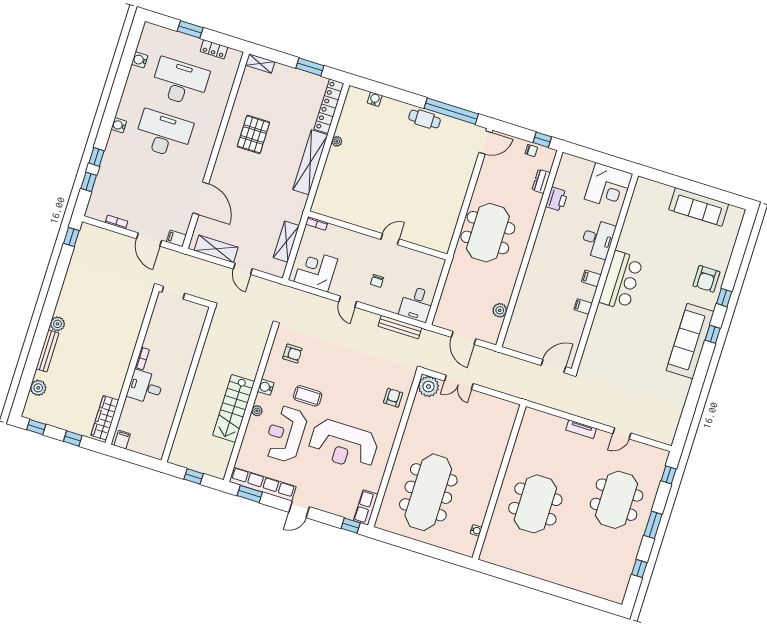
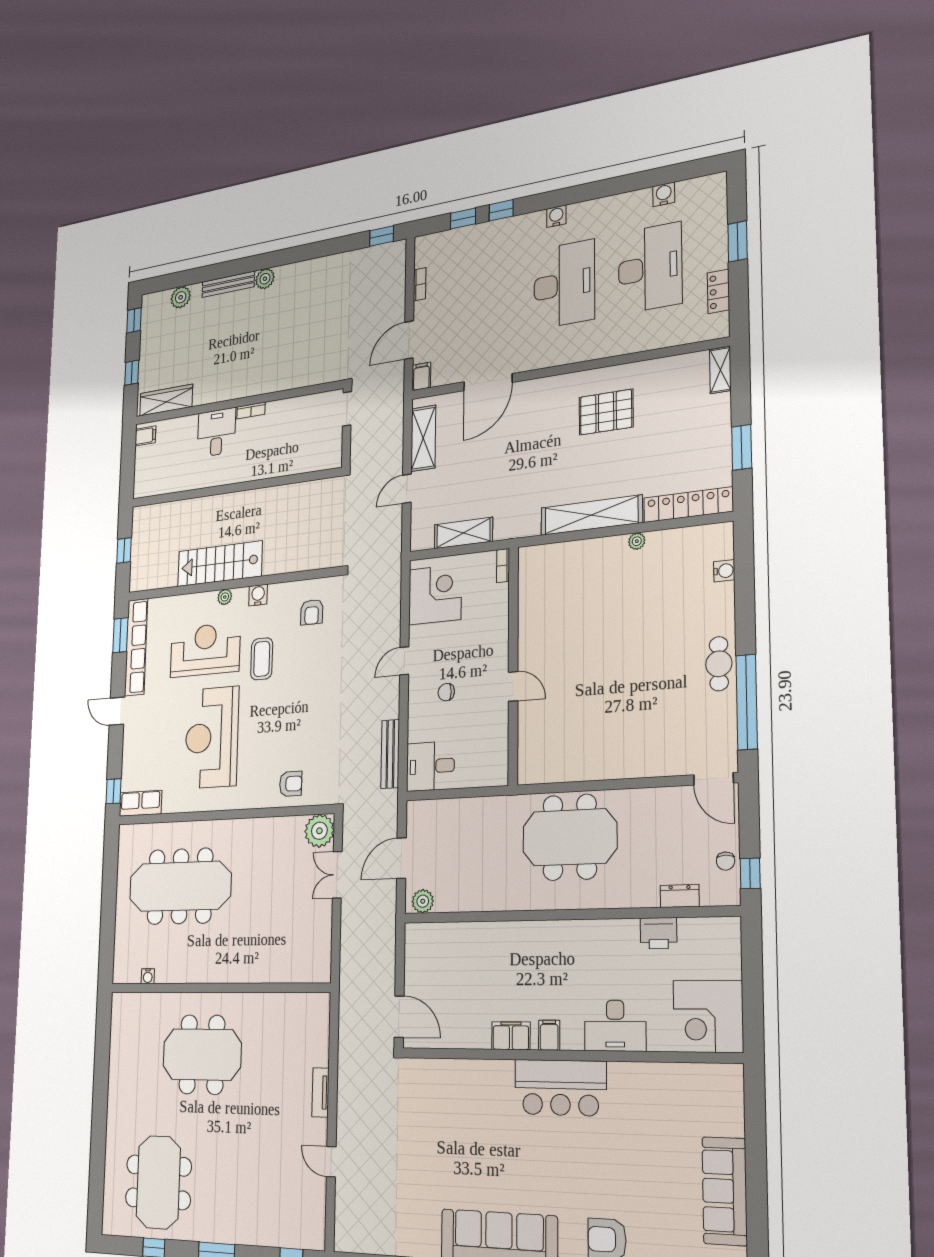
filing cabinet: (583, 307) -> (511, 1036), width x2.00
plant: (500, 310) -> (423, 901), moved
meeting table: (617, 500) -> (158, 1182), moved, turned 90

